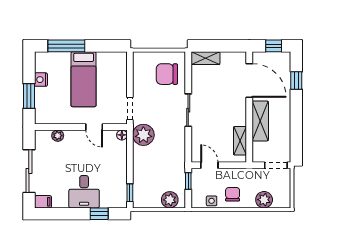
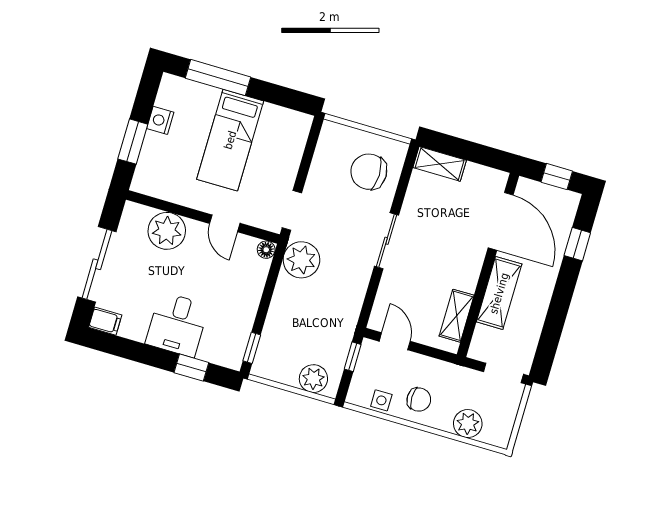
plant: (58, 136) -> (167, 231), width x1.88, depth x1.88
chair: (233, 194) -> (419, 400), turned 90

